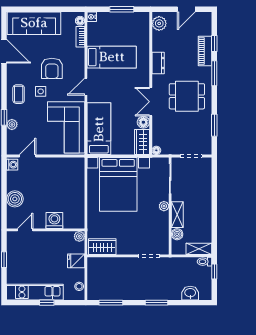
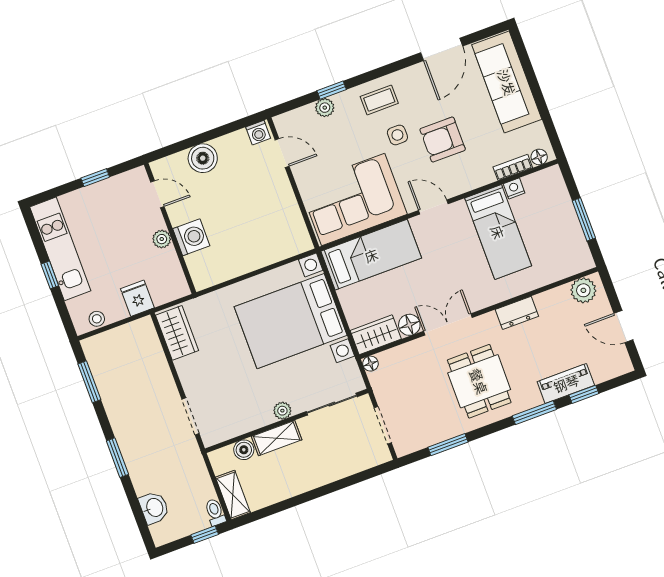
nightstand: (92, 17) -> (514, 188), moved
plant: (79, 236) -> (162, 239), moved

